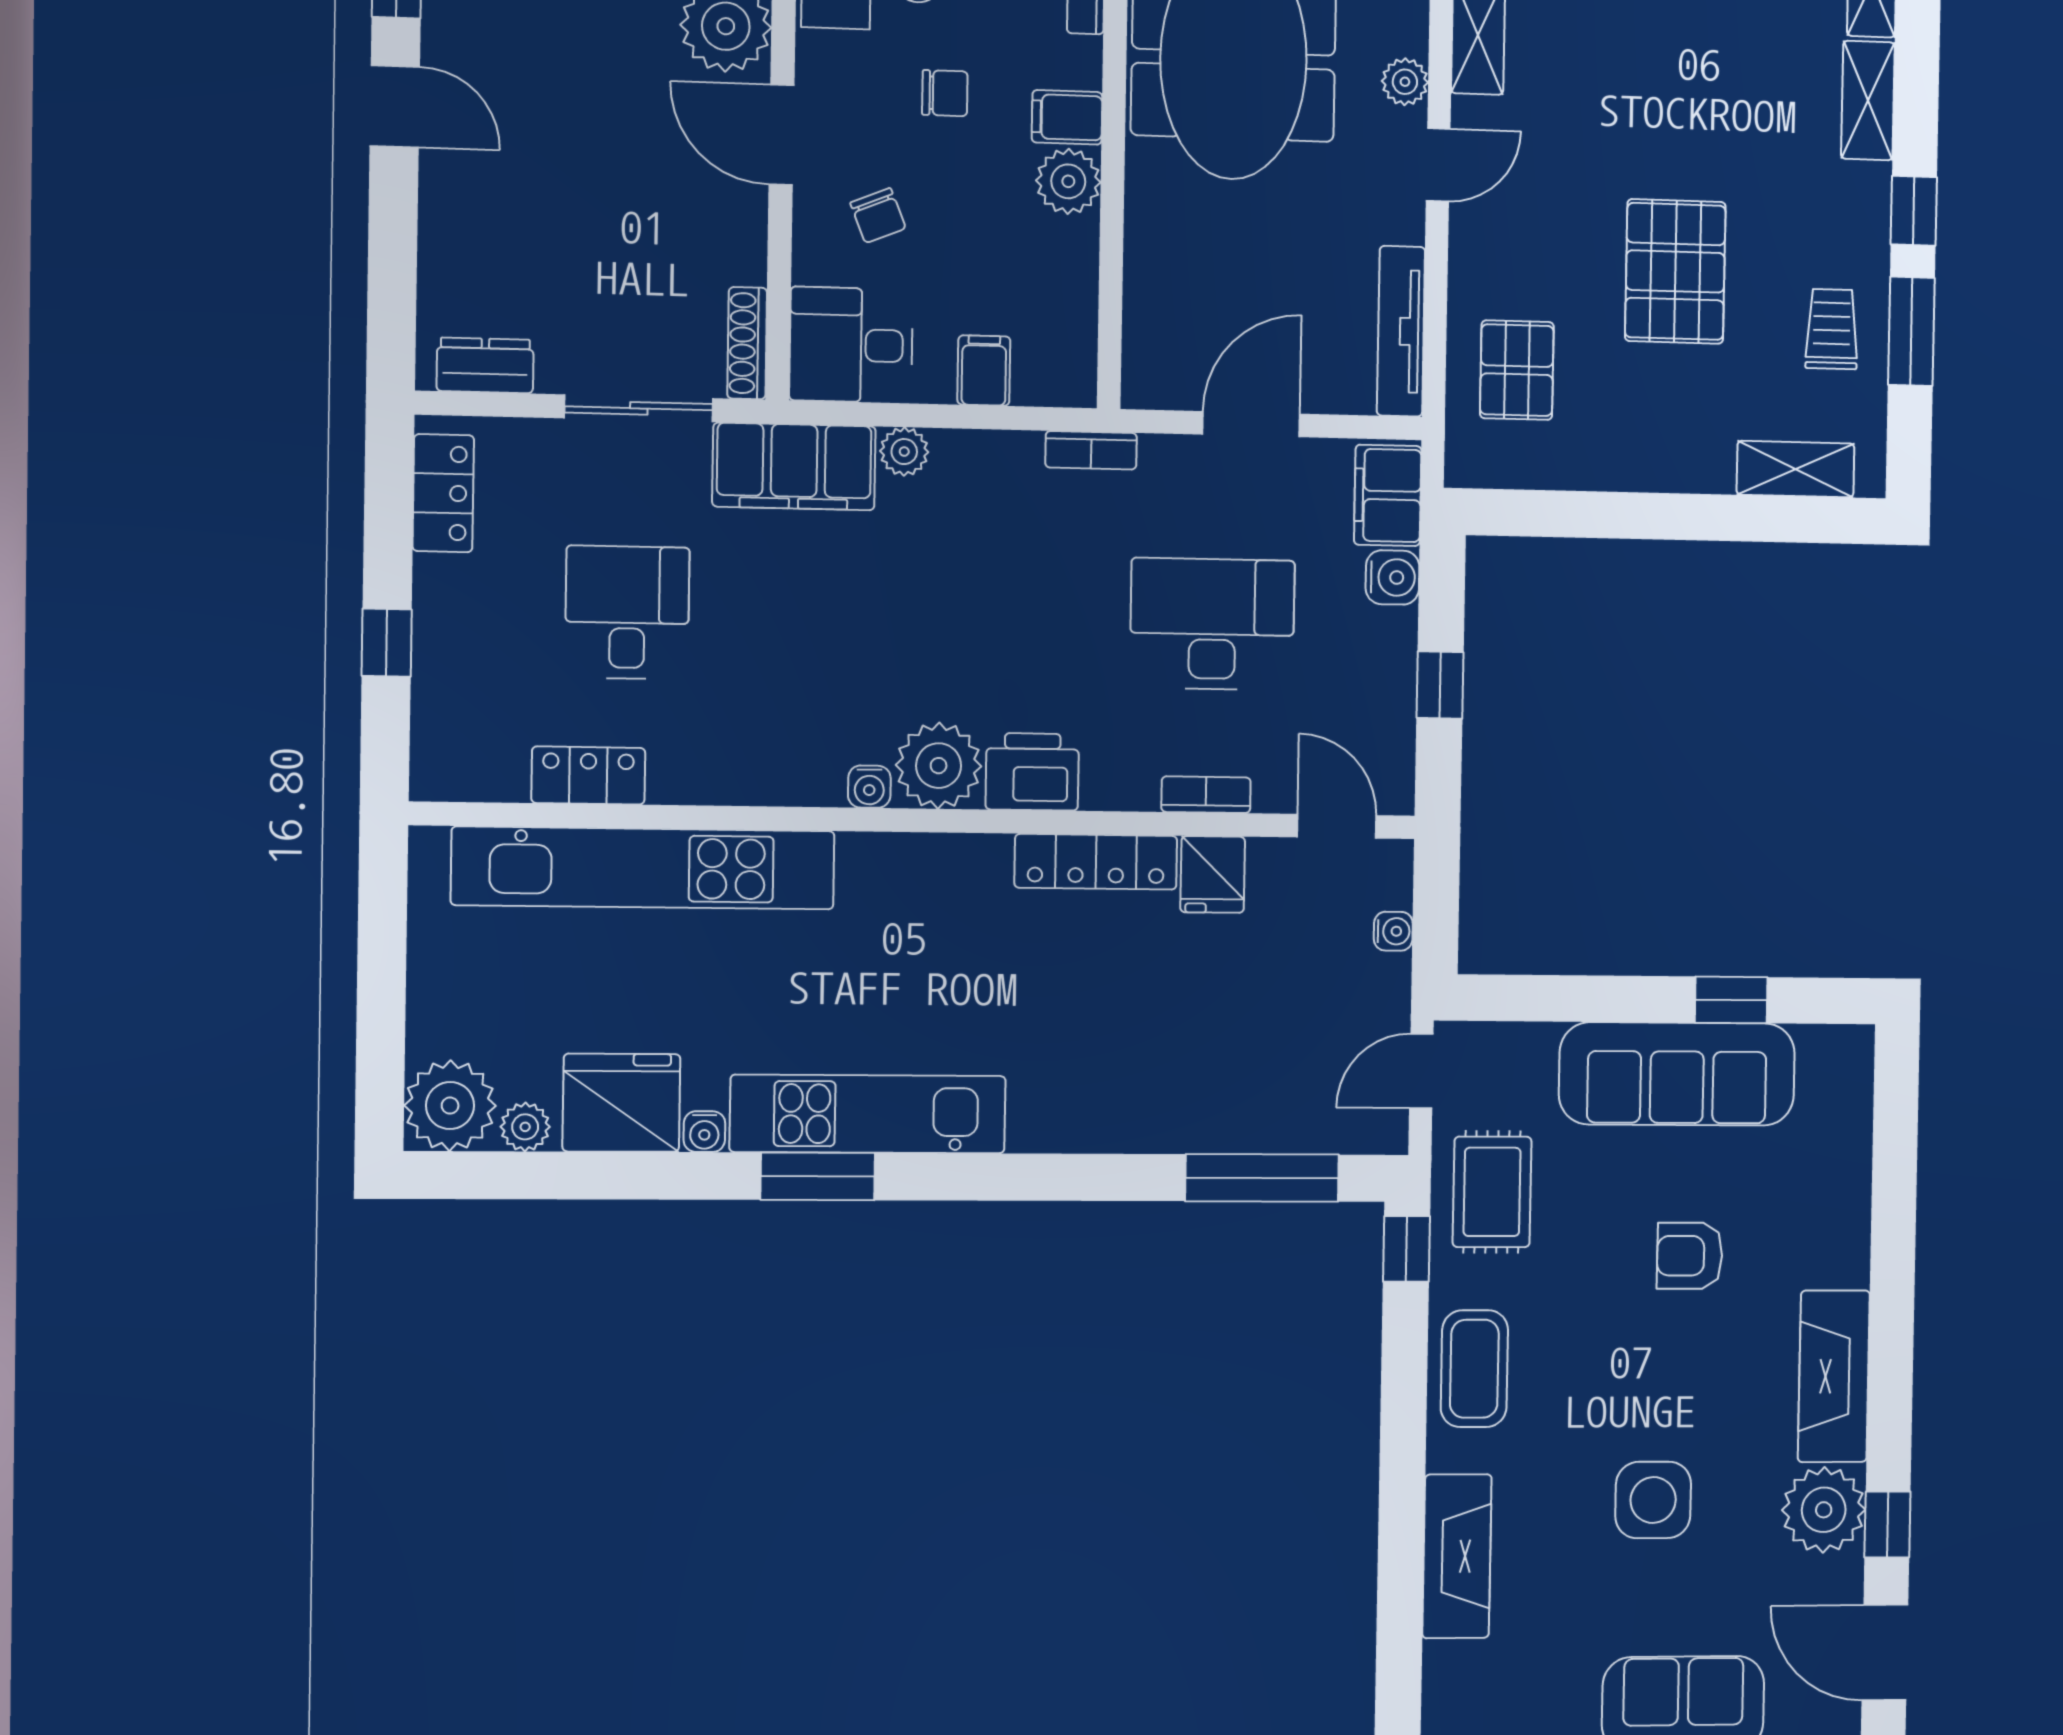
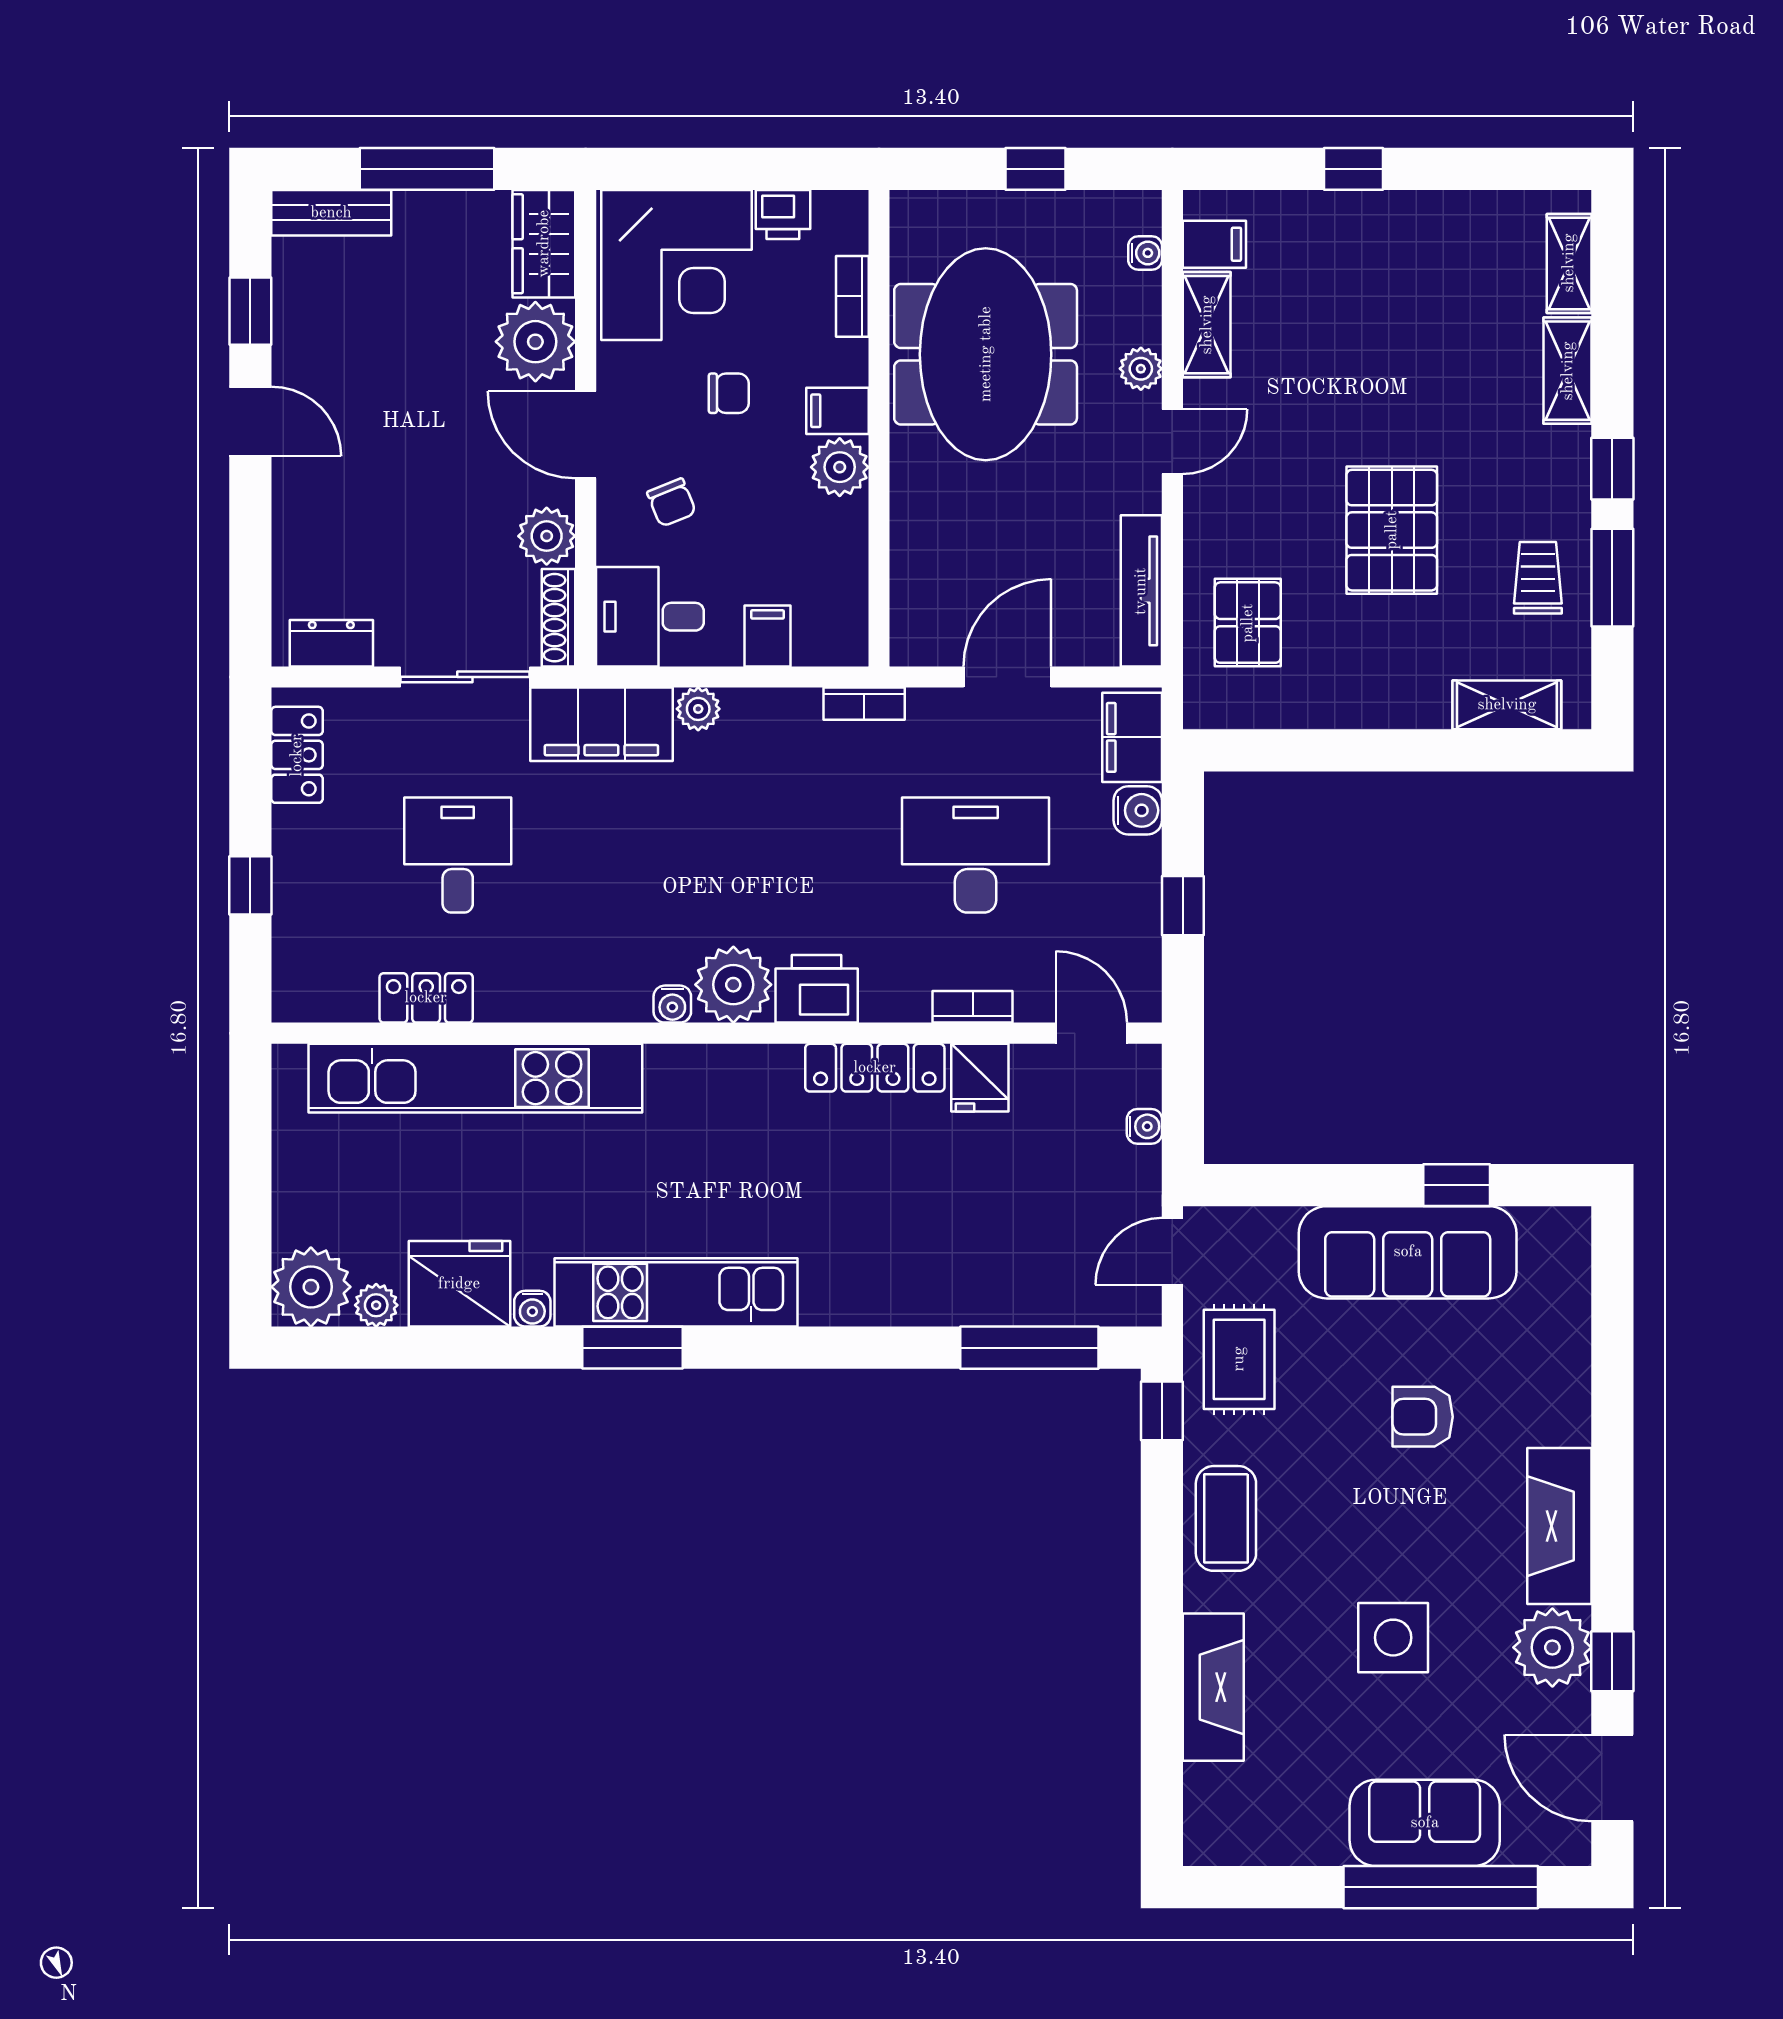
plant: (735, 249) -> (547, 536), added

